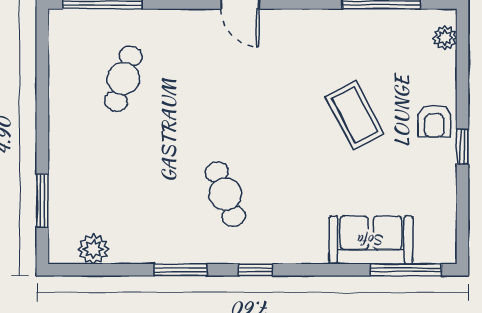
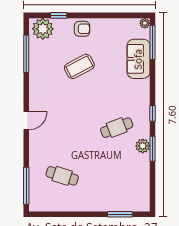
plant: (445, 38) -> (43, 29), width x1.87, depth x1.87
window: (463, 147) -> (59, 15), moved
plant: (93, 249) -> (143, 146), moved
plant: (446, 253) -> (145, 23), added

